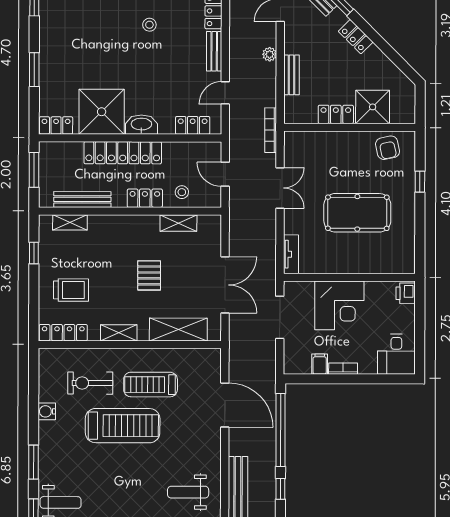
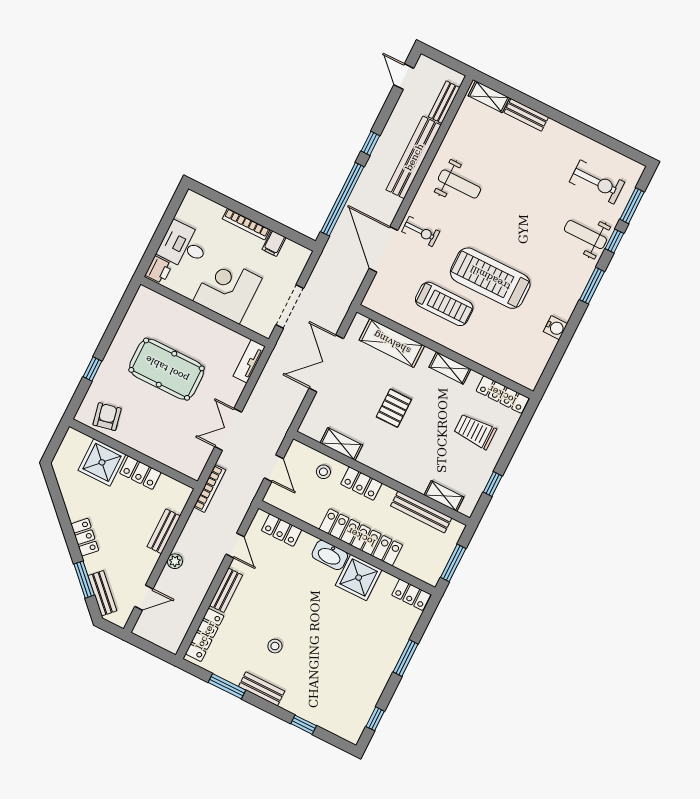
door: (225, 93) -> (235, 545), hinge flipped
shower: (102, 112) -> (359, 578), width x0.73, depth x0.73
desk: (396, 354) -> (183, 246), moved, turned -90
bookcase: (343, 369) -> (246, 224), width x1.56
exercise bike: (90, 383) -> (421, 231), moved, width x0.73, depth x0.72

